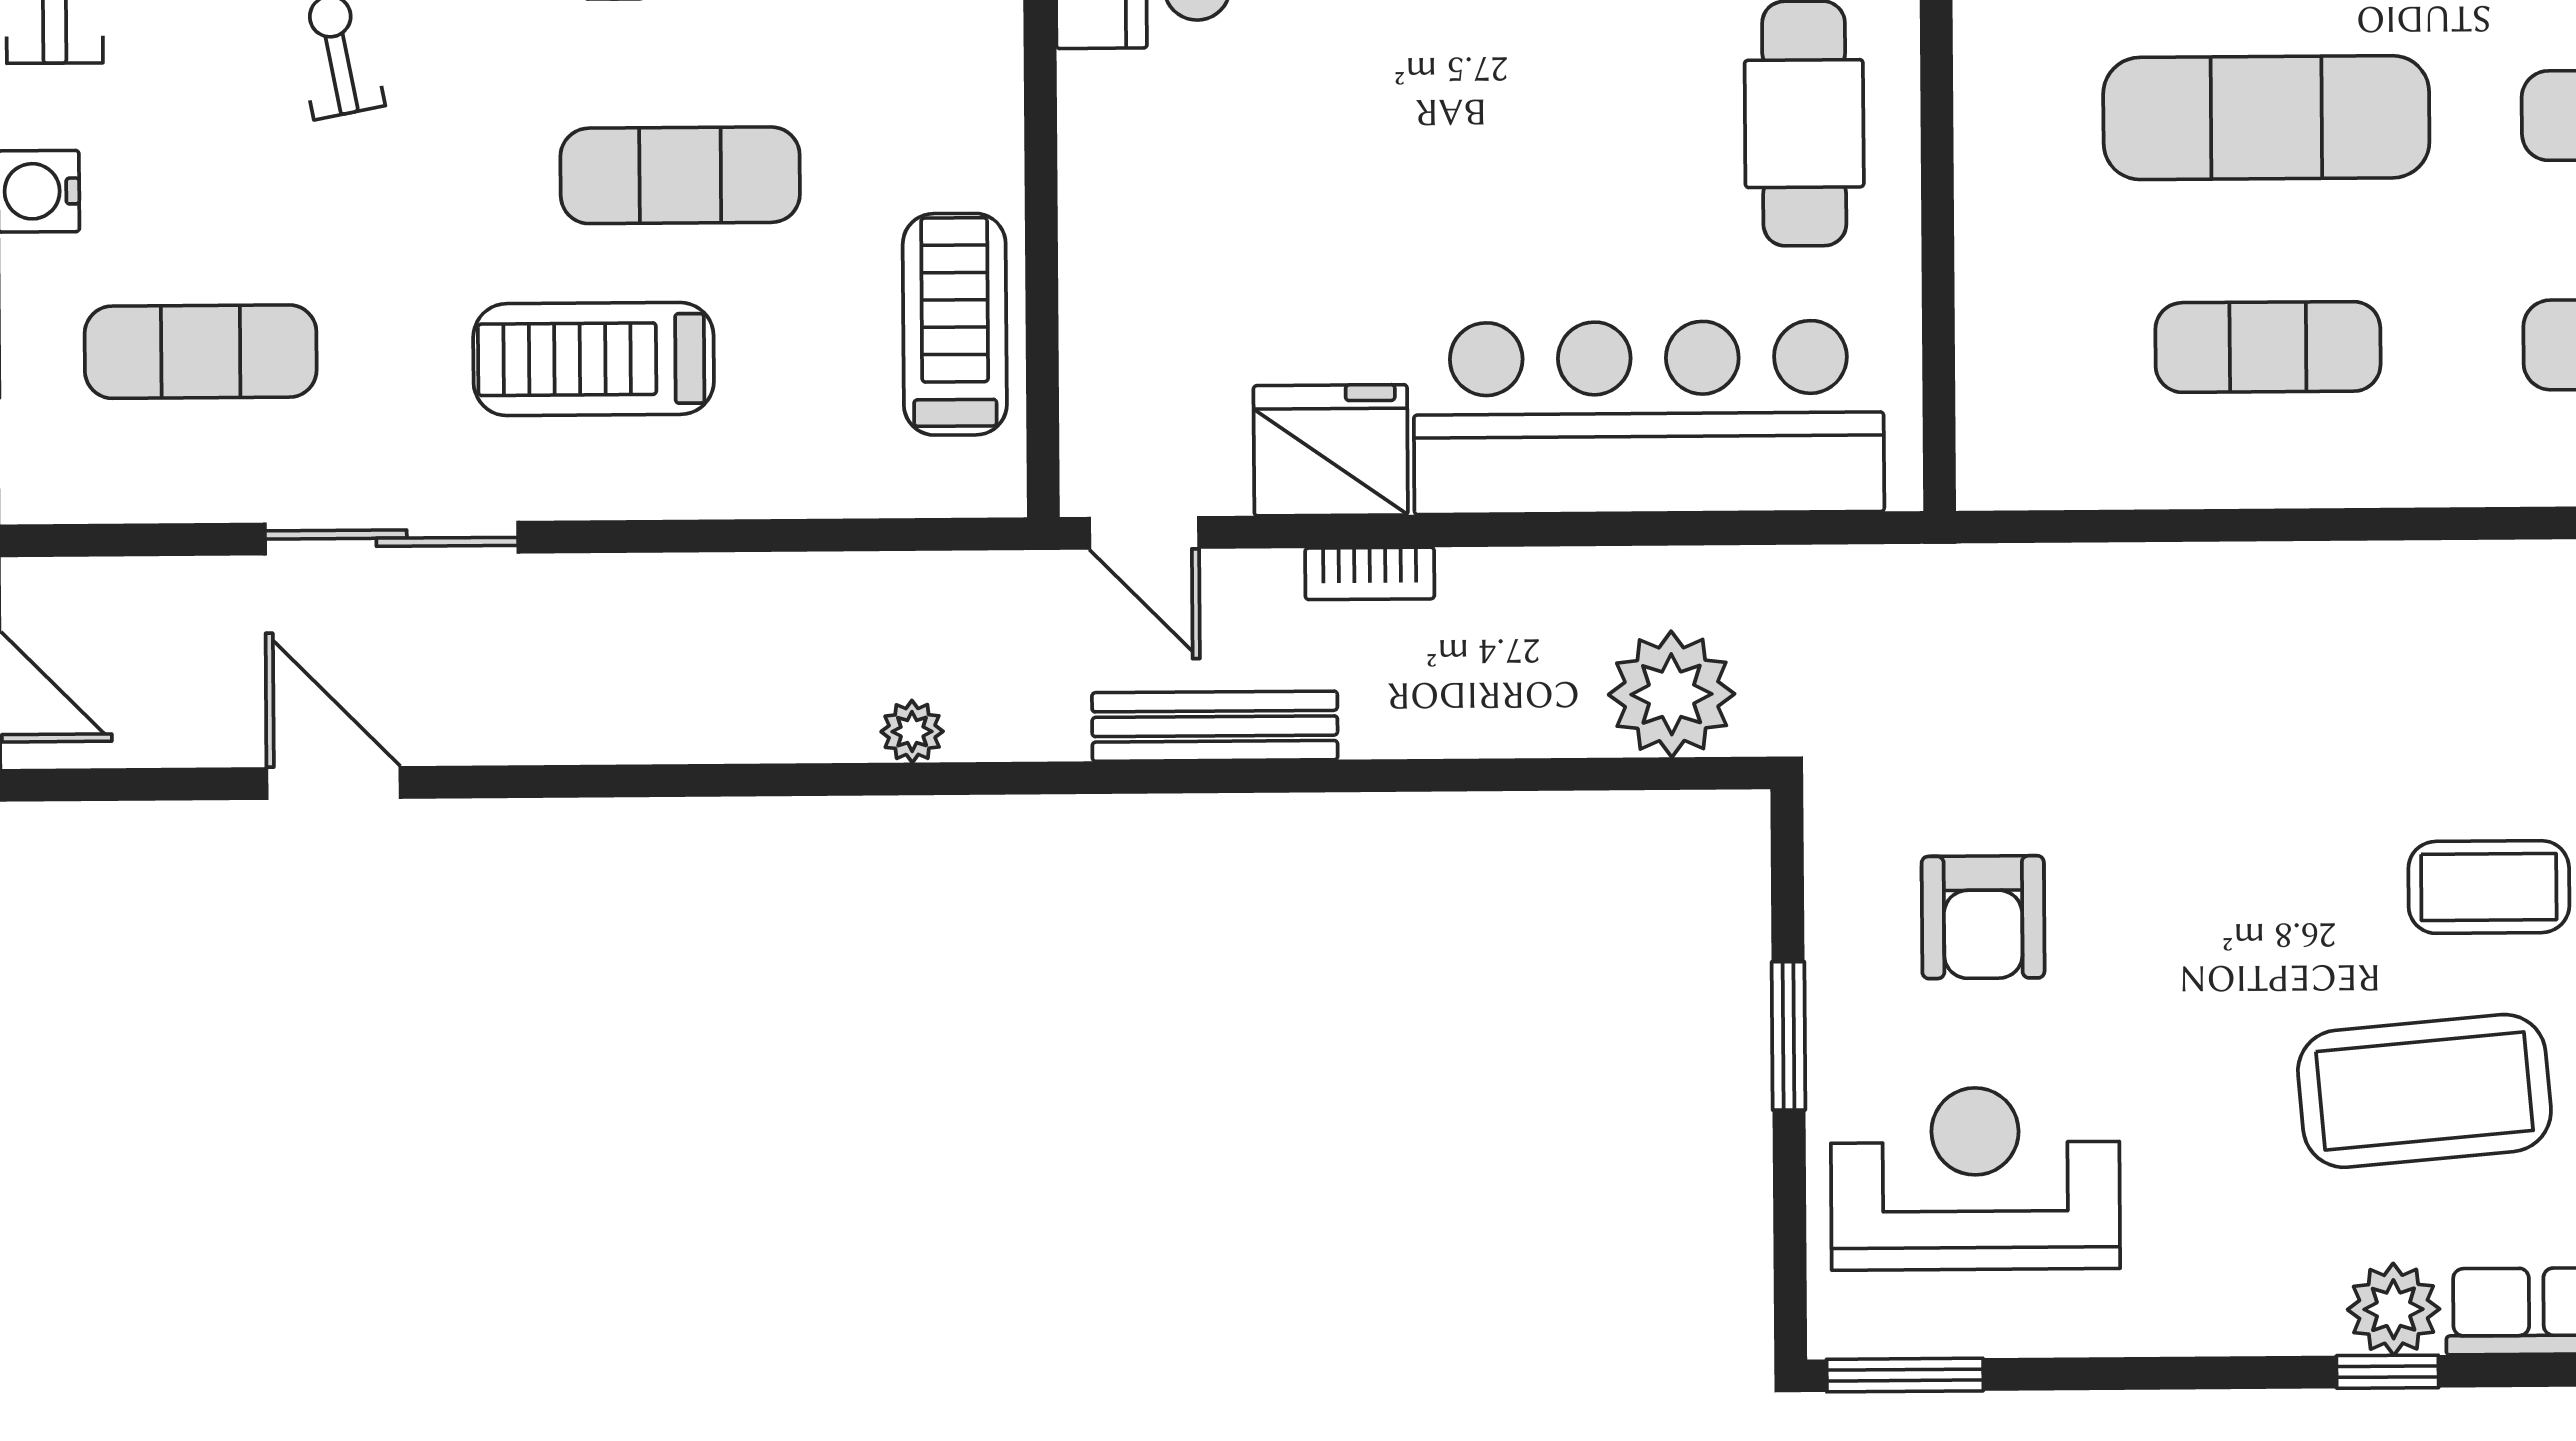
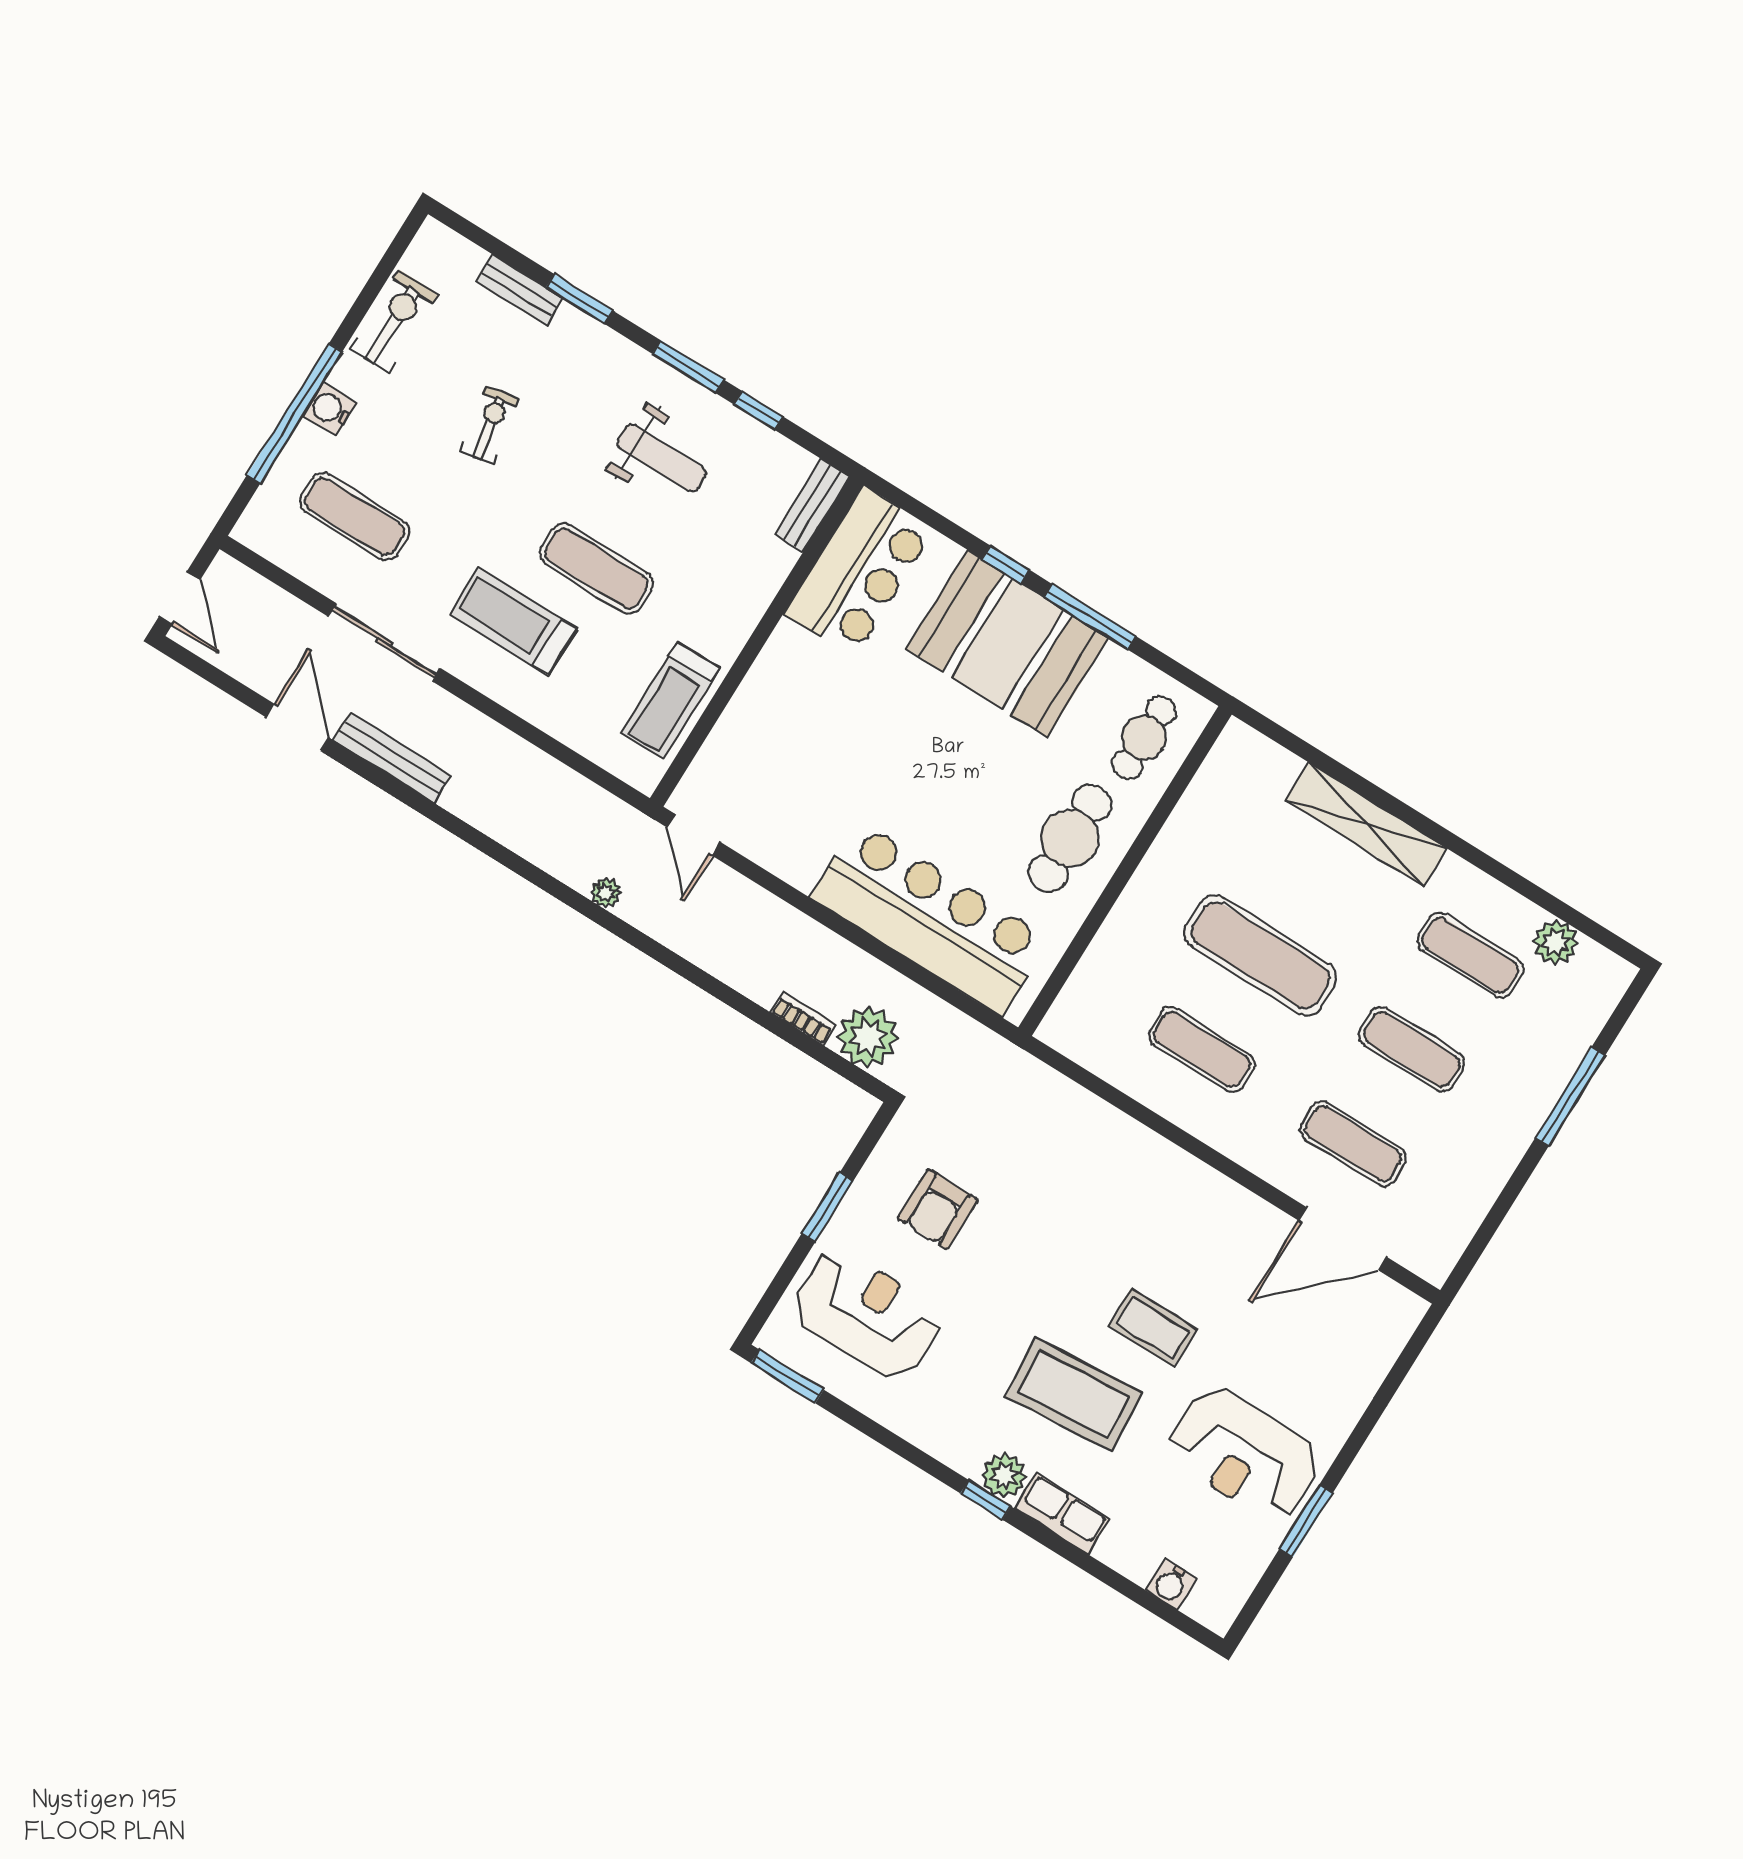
treadmill: (955, 324) -> (670, 701), turned 180
fridge: (1331, 450) -> (792, 849), removed
bookcase: (1370, 573) -> (803, 1018), moved, turned 180
bench: (1215, 726) -> (392, 758), moved
plant: (912, 732) -> (606, 893), moved

